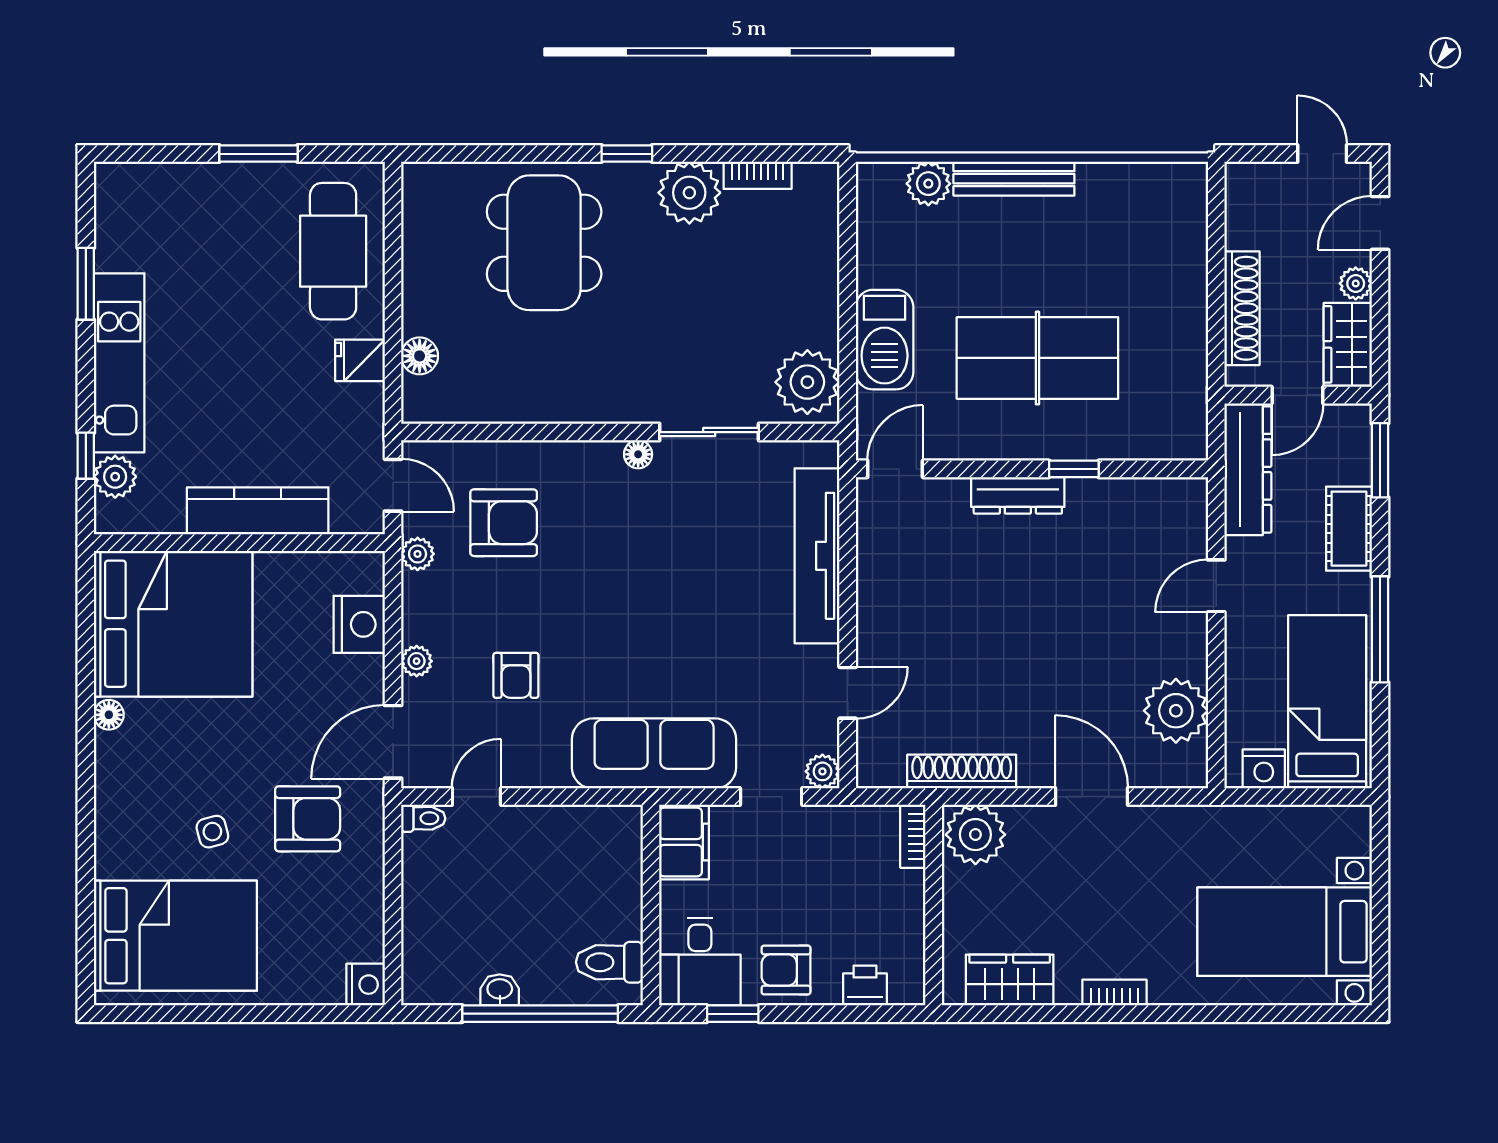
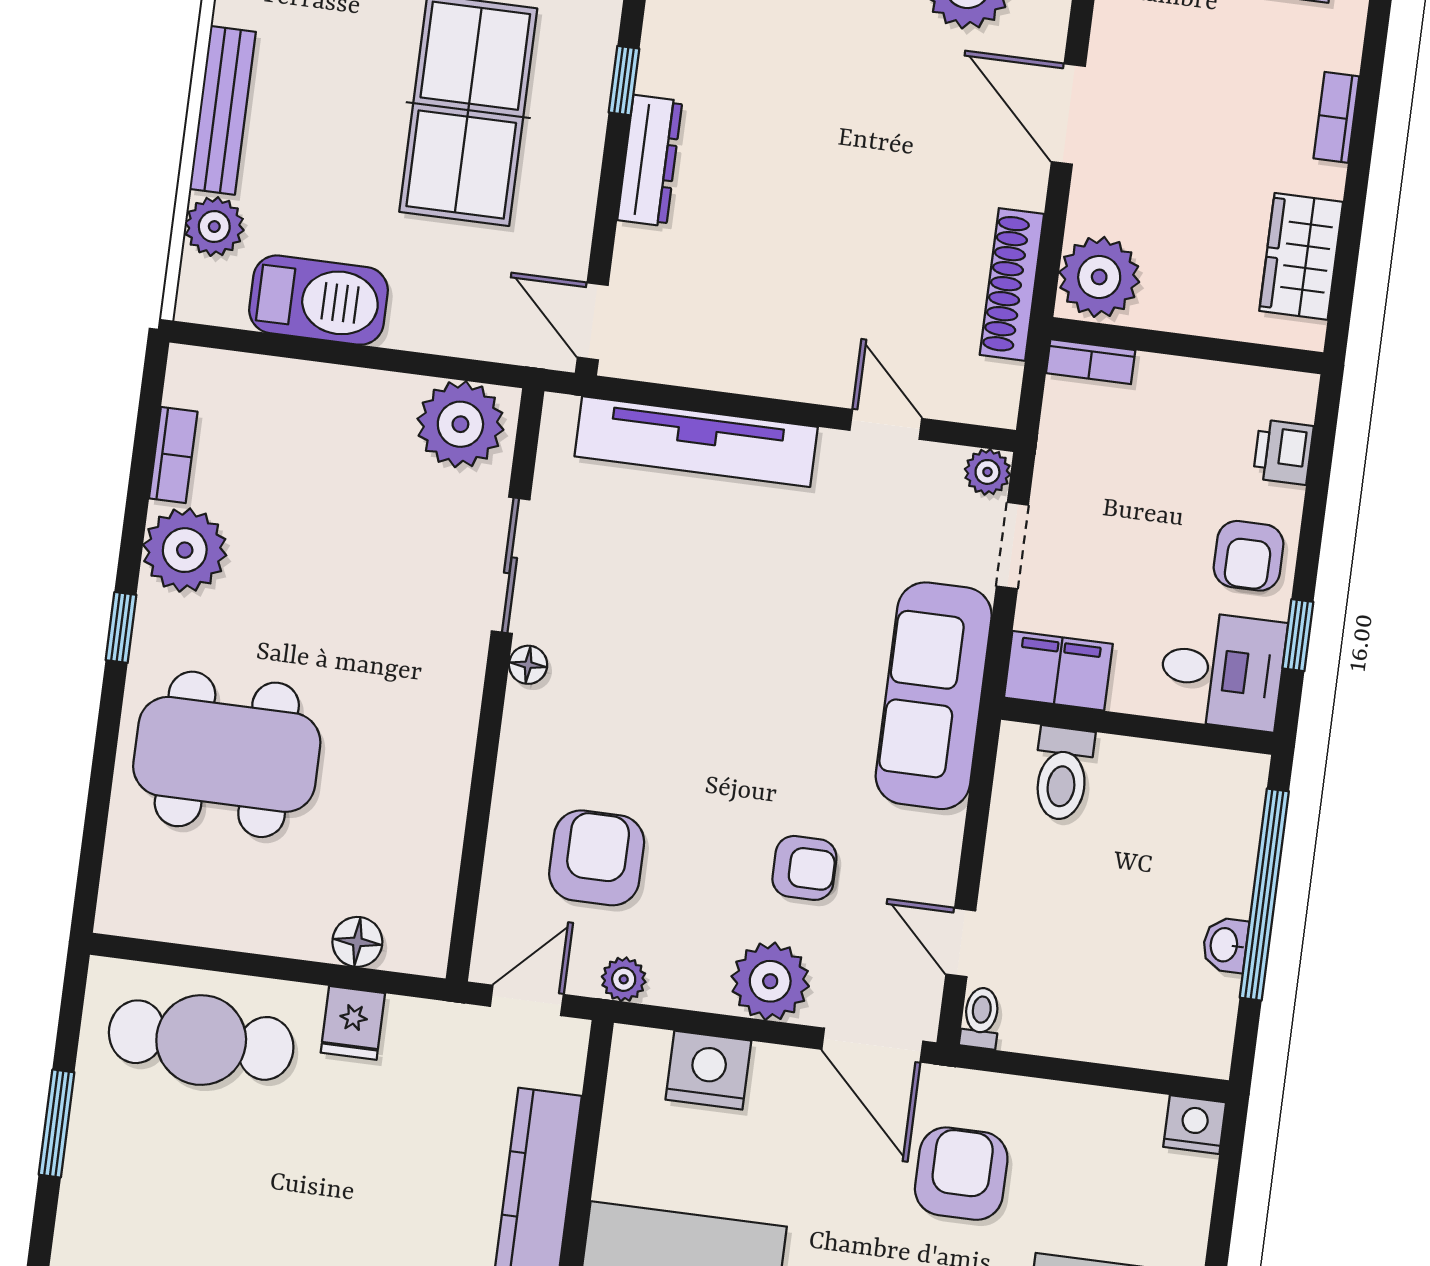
barbecue: (885, 340) -> (319, 300), moved
plant: (417, 661) -> (770, 981), width x1.88, depth x1.88
door: (1091, 797) -> (1068, 114), hinge flipped
toilet: (609, 962) -> (1063, 774), moved

